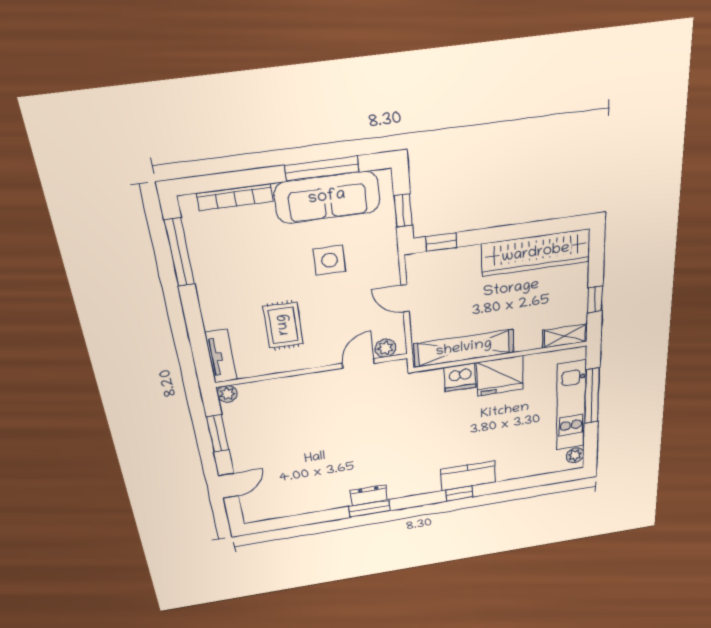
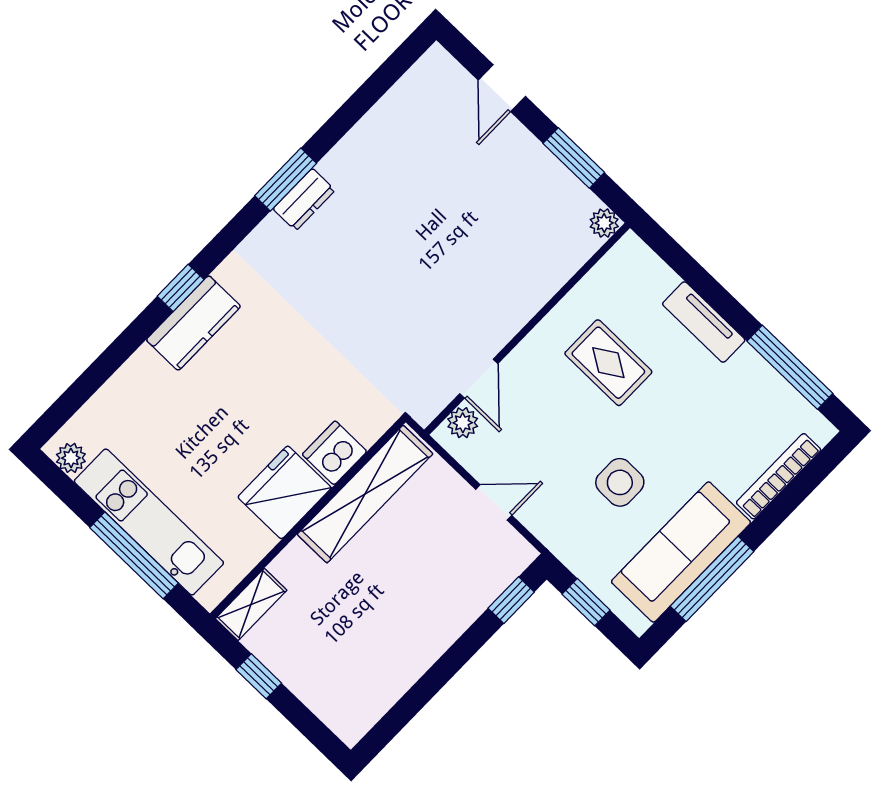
wardrobe: (536, 253) -> (388, 674), removed
tv unit: (221, 356) -> (704, 322), moved

